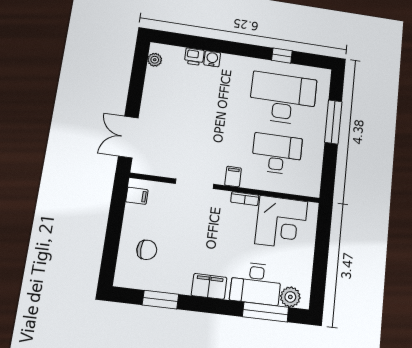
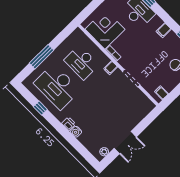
printer: (194, 57) -> (69, 124), moved
double door: (128, 137) -> (125, 143), moved
filing cabinet: (209, 286) -> (164, 30), width x0.50

